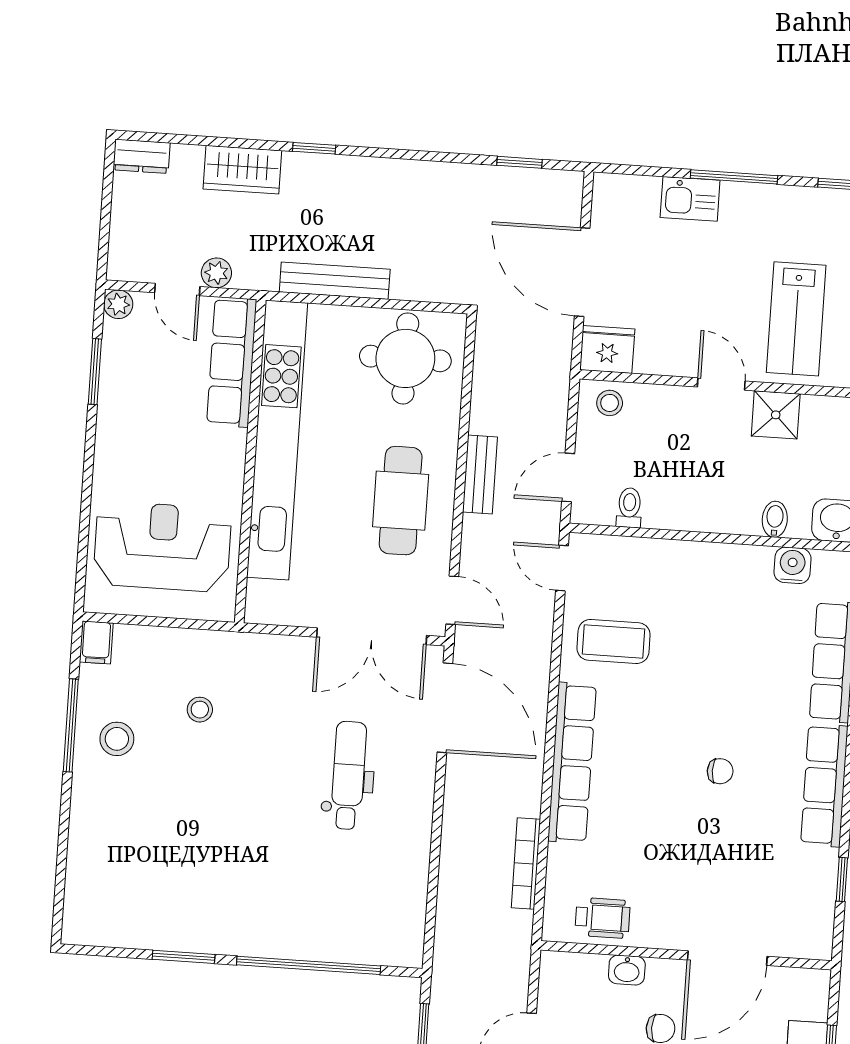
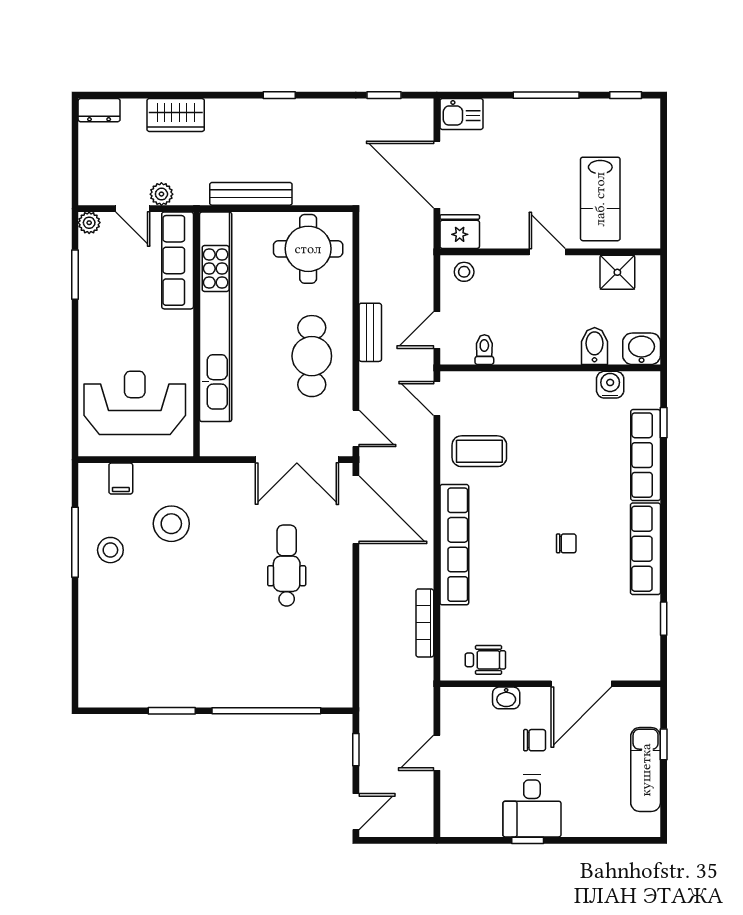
window: (314, 148) -> (279, 95), moved
kitchen sink: (690, 199) -> (461, 114), moved
shower: (776, 415) -> (617, 272), moved
bidet: (775, 519) -> (595, 346), width x1.38, depth x1.36
filing cabinet: (96, 643) -> (121, 479), moved
stool: (200, 710) -> (171, 524), width x1.89, depth x1.89

